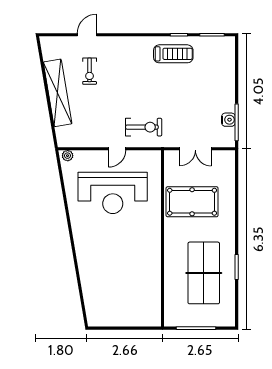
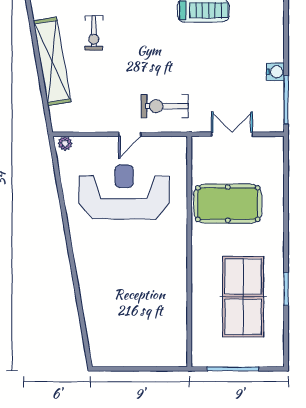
water cooler: (228, 120) -> (275, 72), moved
exercise bike: (144, 127) -> (165, 106), turned 180
double door: (195, 149) -> (232, 134), swing flipped
reception desk: (113, 193) -> (124, 192), turned 180

